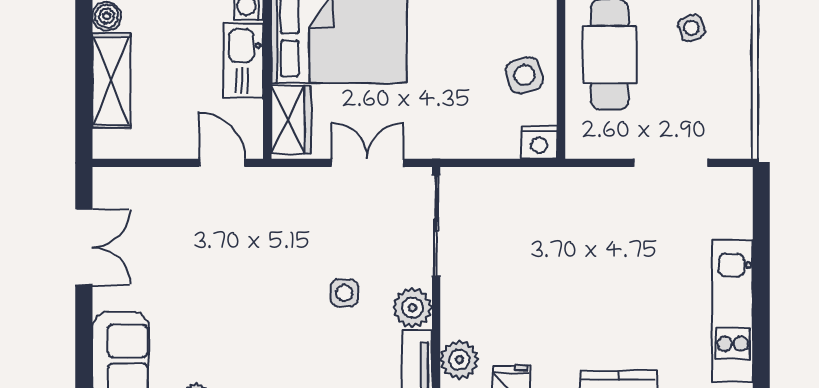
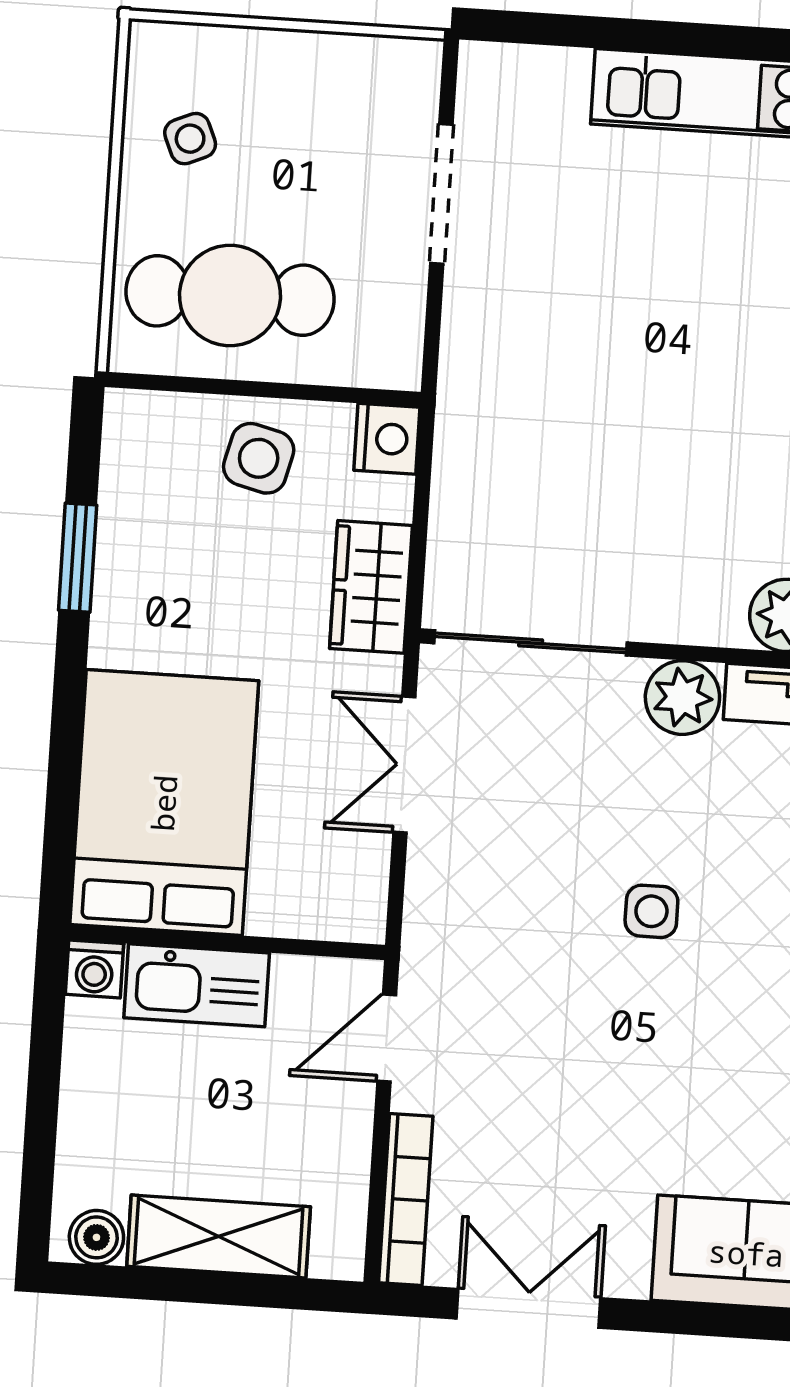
side table: (524, 75) -> (259, 458), turned 30
wardrobe: (291, 120) -> (371, 587), moved, turned -90
bookcase: (137, 178) -> (406, 1199), added
side table: (344, 293) -> (651, 911), moved

